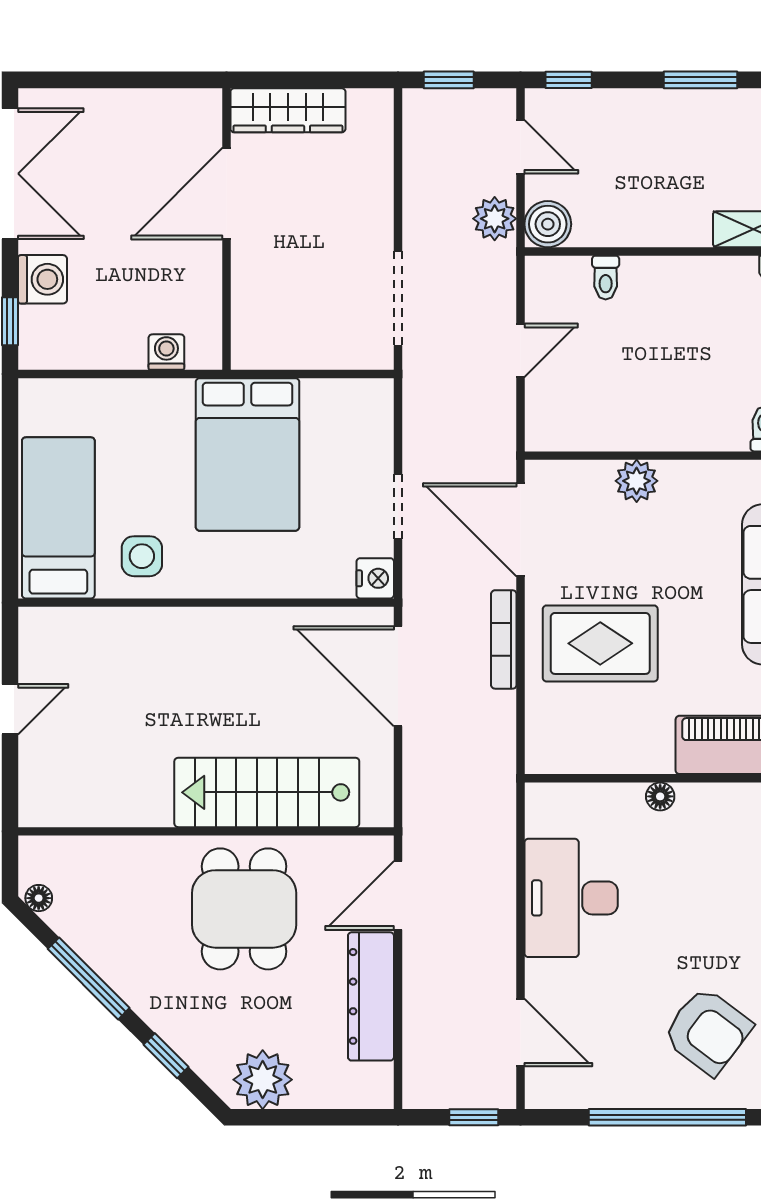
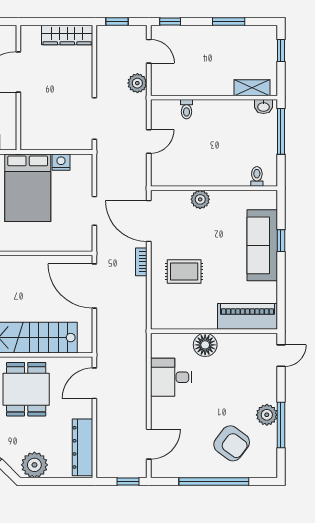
wardrobe: (288, 110) -> (67, 35), moved
boiler: (548, 224) -> (161, 86), removed
nightstand: (375, 578) -> (61, 162), moved, turned -90
bookcase: (504, 639) -> (141, 262), width x0.64
rug: (600, 643) -> (184, 271), width x0.73, depth x0.70
floor lamp: (660, 796) -> (205, 345), width x1.89, depth x1.89
desk: (571, 898) -> (171, 377), width x0.73
dresser: (371, 996) -> (82, 447), moved
door: (520, 1033) -> (149, 444), hinge flipped

